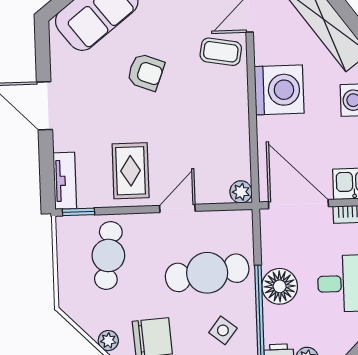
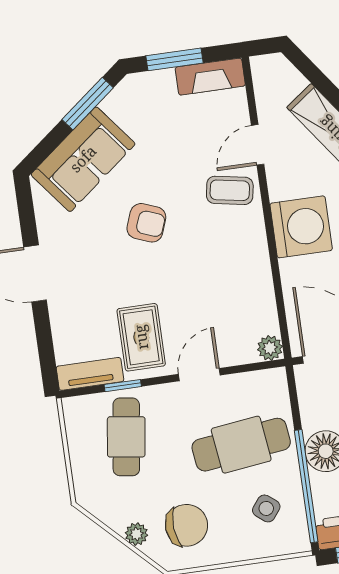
tv unit: (65, 181) -> (90, 374), moved, turned -90
window: (78, 212) -> (123, 386), moved

